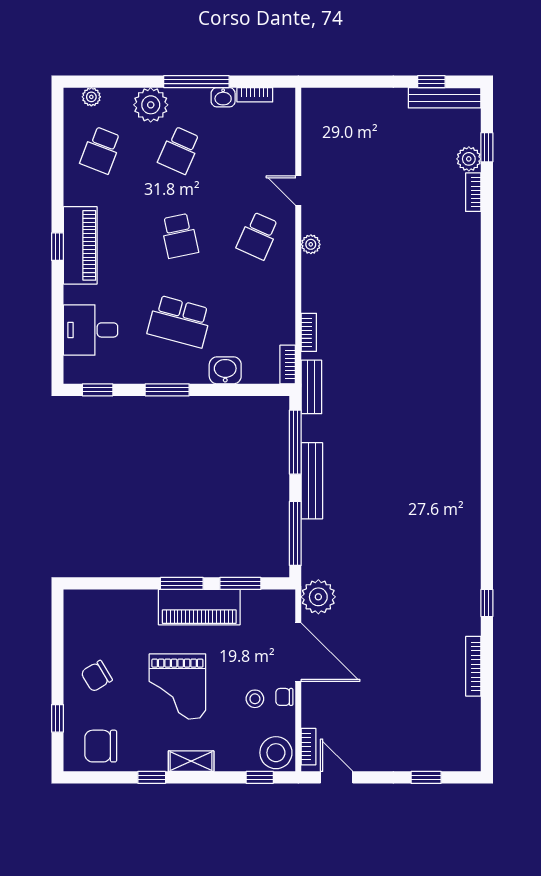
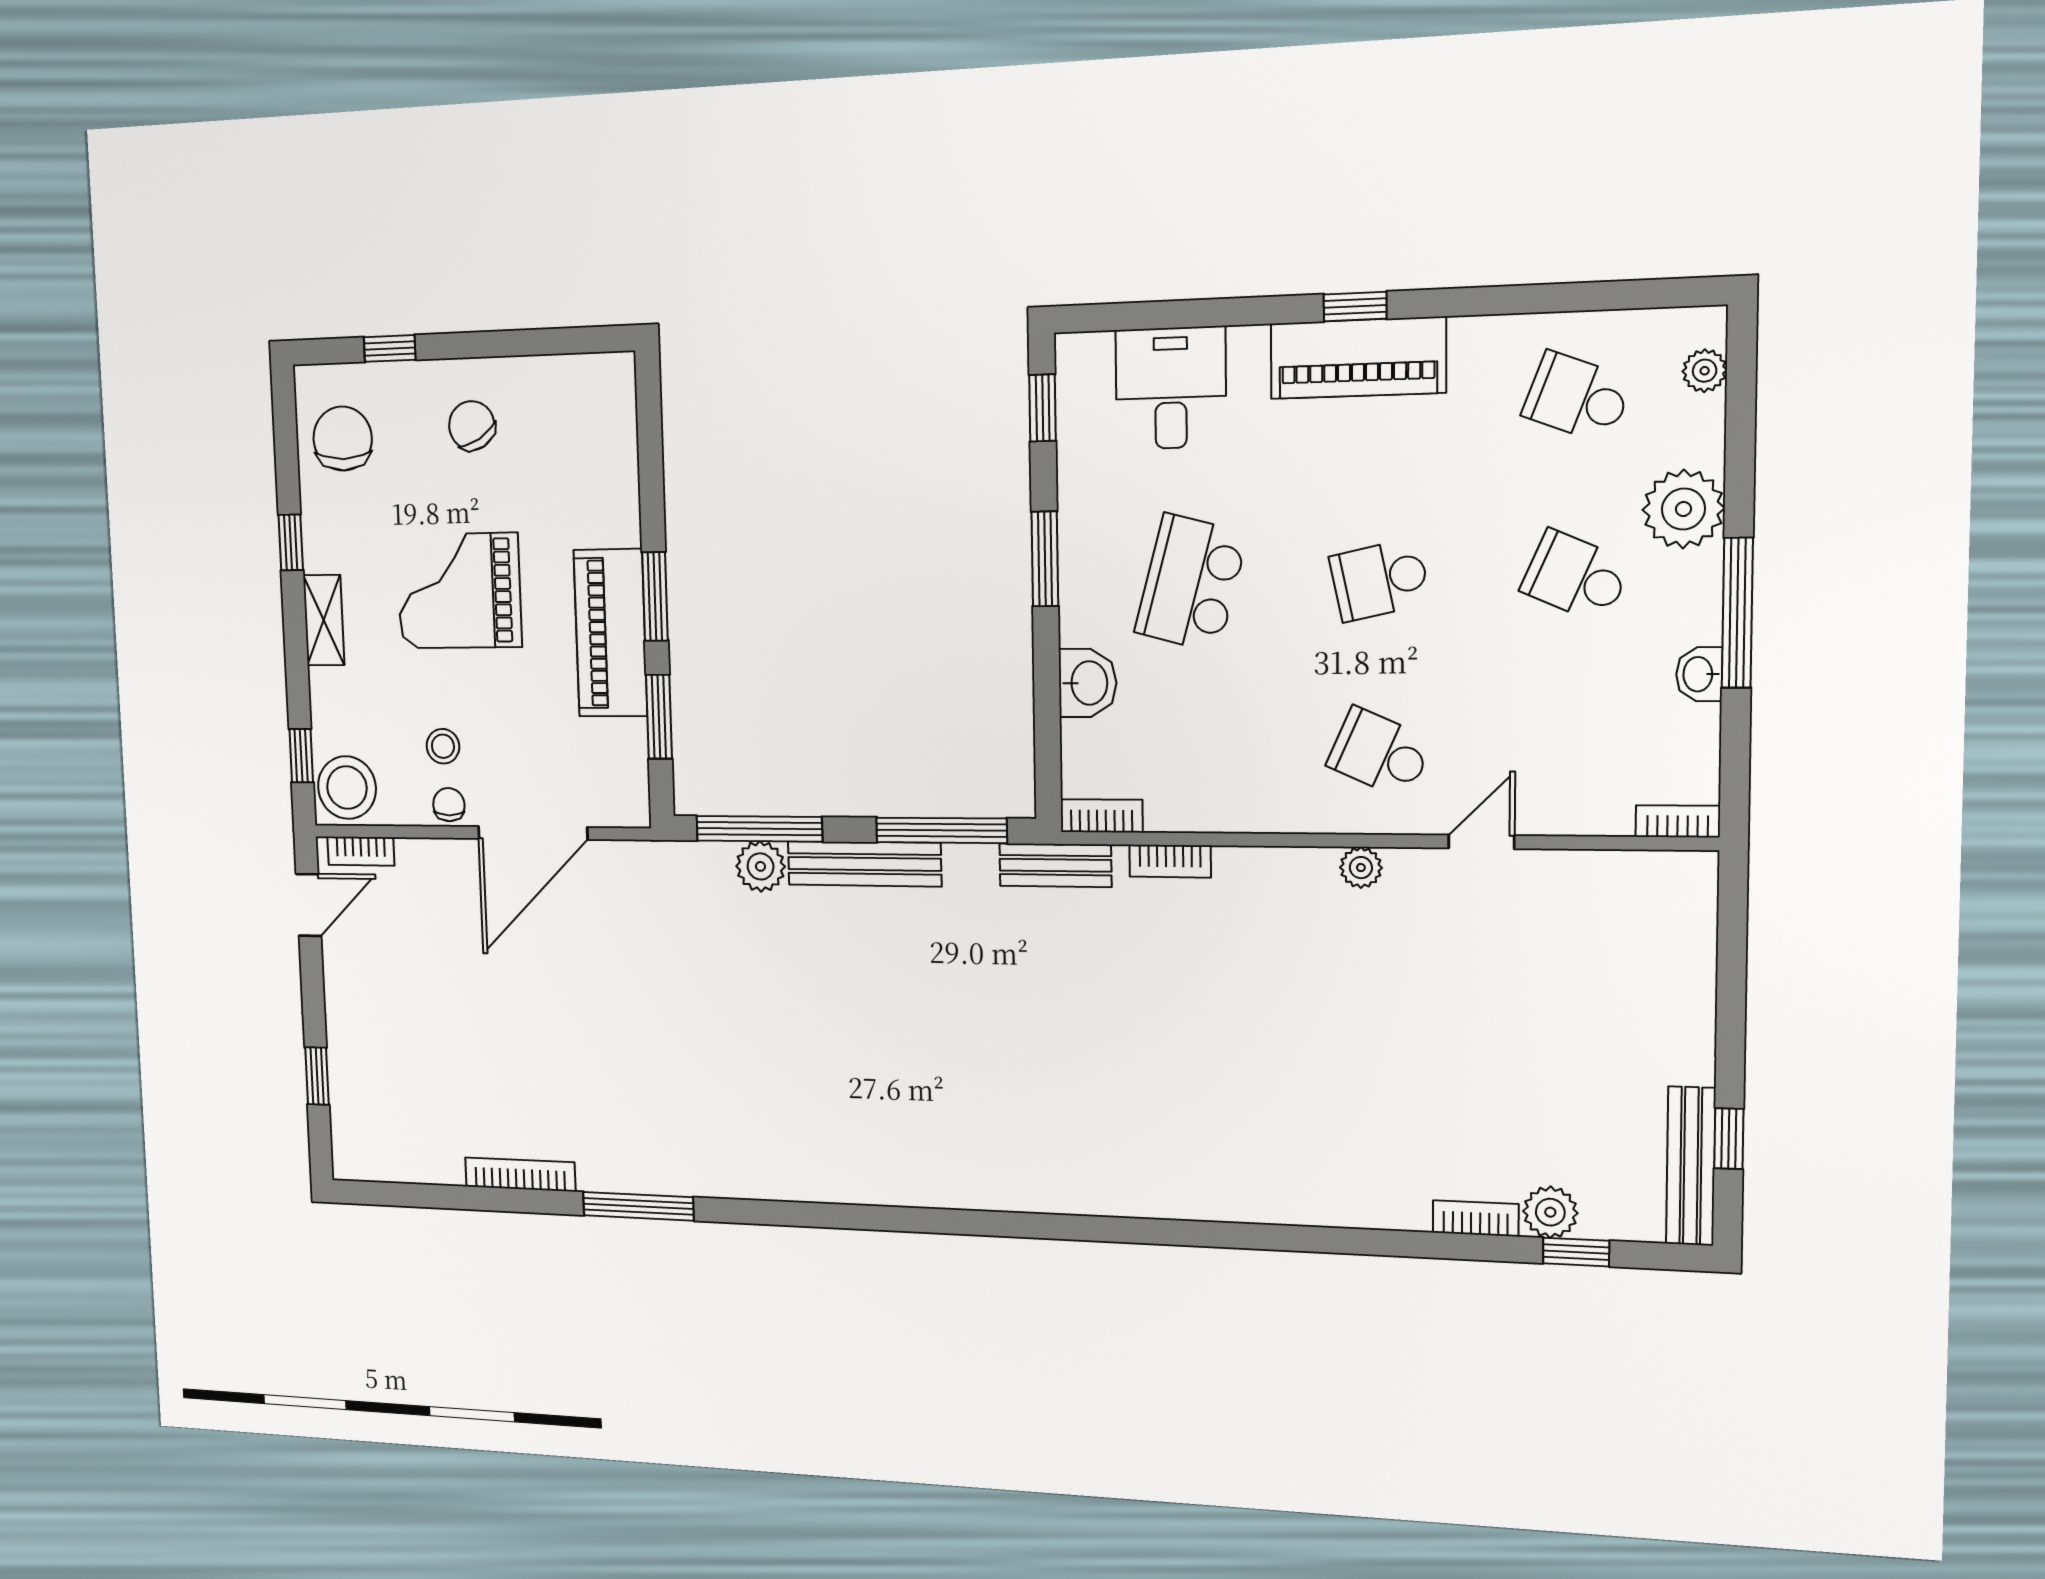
bookcase: (255, 95) -> (1678, 821), moved, turned 90
plant: (318, 597) -> (761, 866), moved, width x0.73, depth x0.73
window: (487, 603) -> (638, 1206), width x2.17

